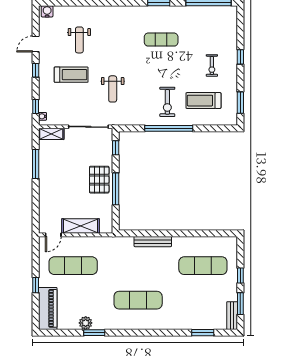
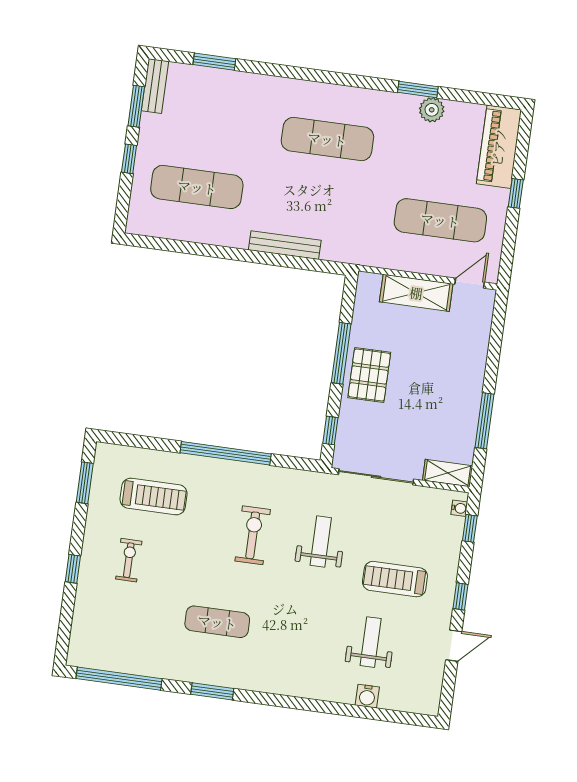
water cooler: (47, 11) -> (367, 696), moved
exercise bike: (167, 102) -> (253, 535), moved

